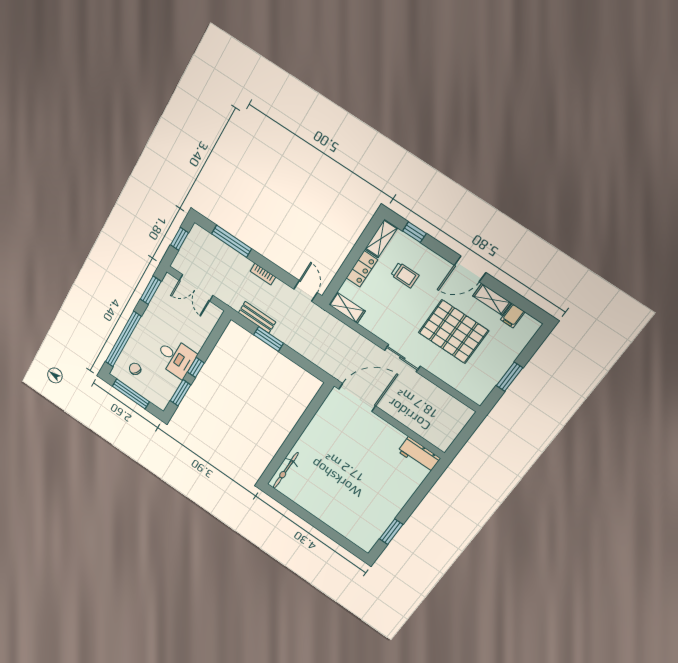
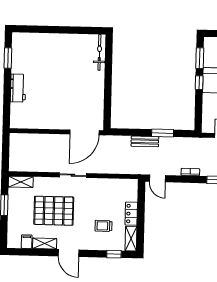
door: (470, 269) -> (68, 253), swing flipped
shelving: (347, 308) -> (21, 182), moved
bench: (257, 317) -> (145, 141), moved
workbench: (419, 455) -> (18, 88), moved, turned 90

